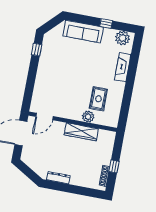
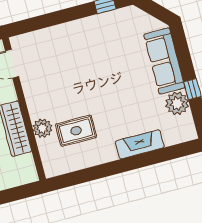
plant: (122, 38) -> (177, 103), moved

